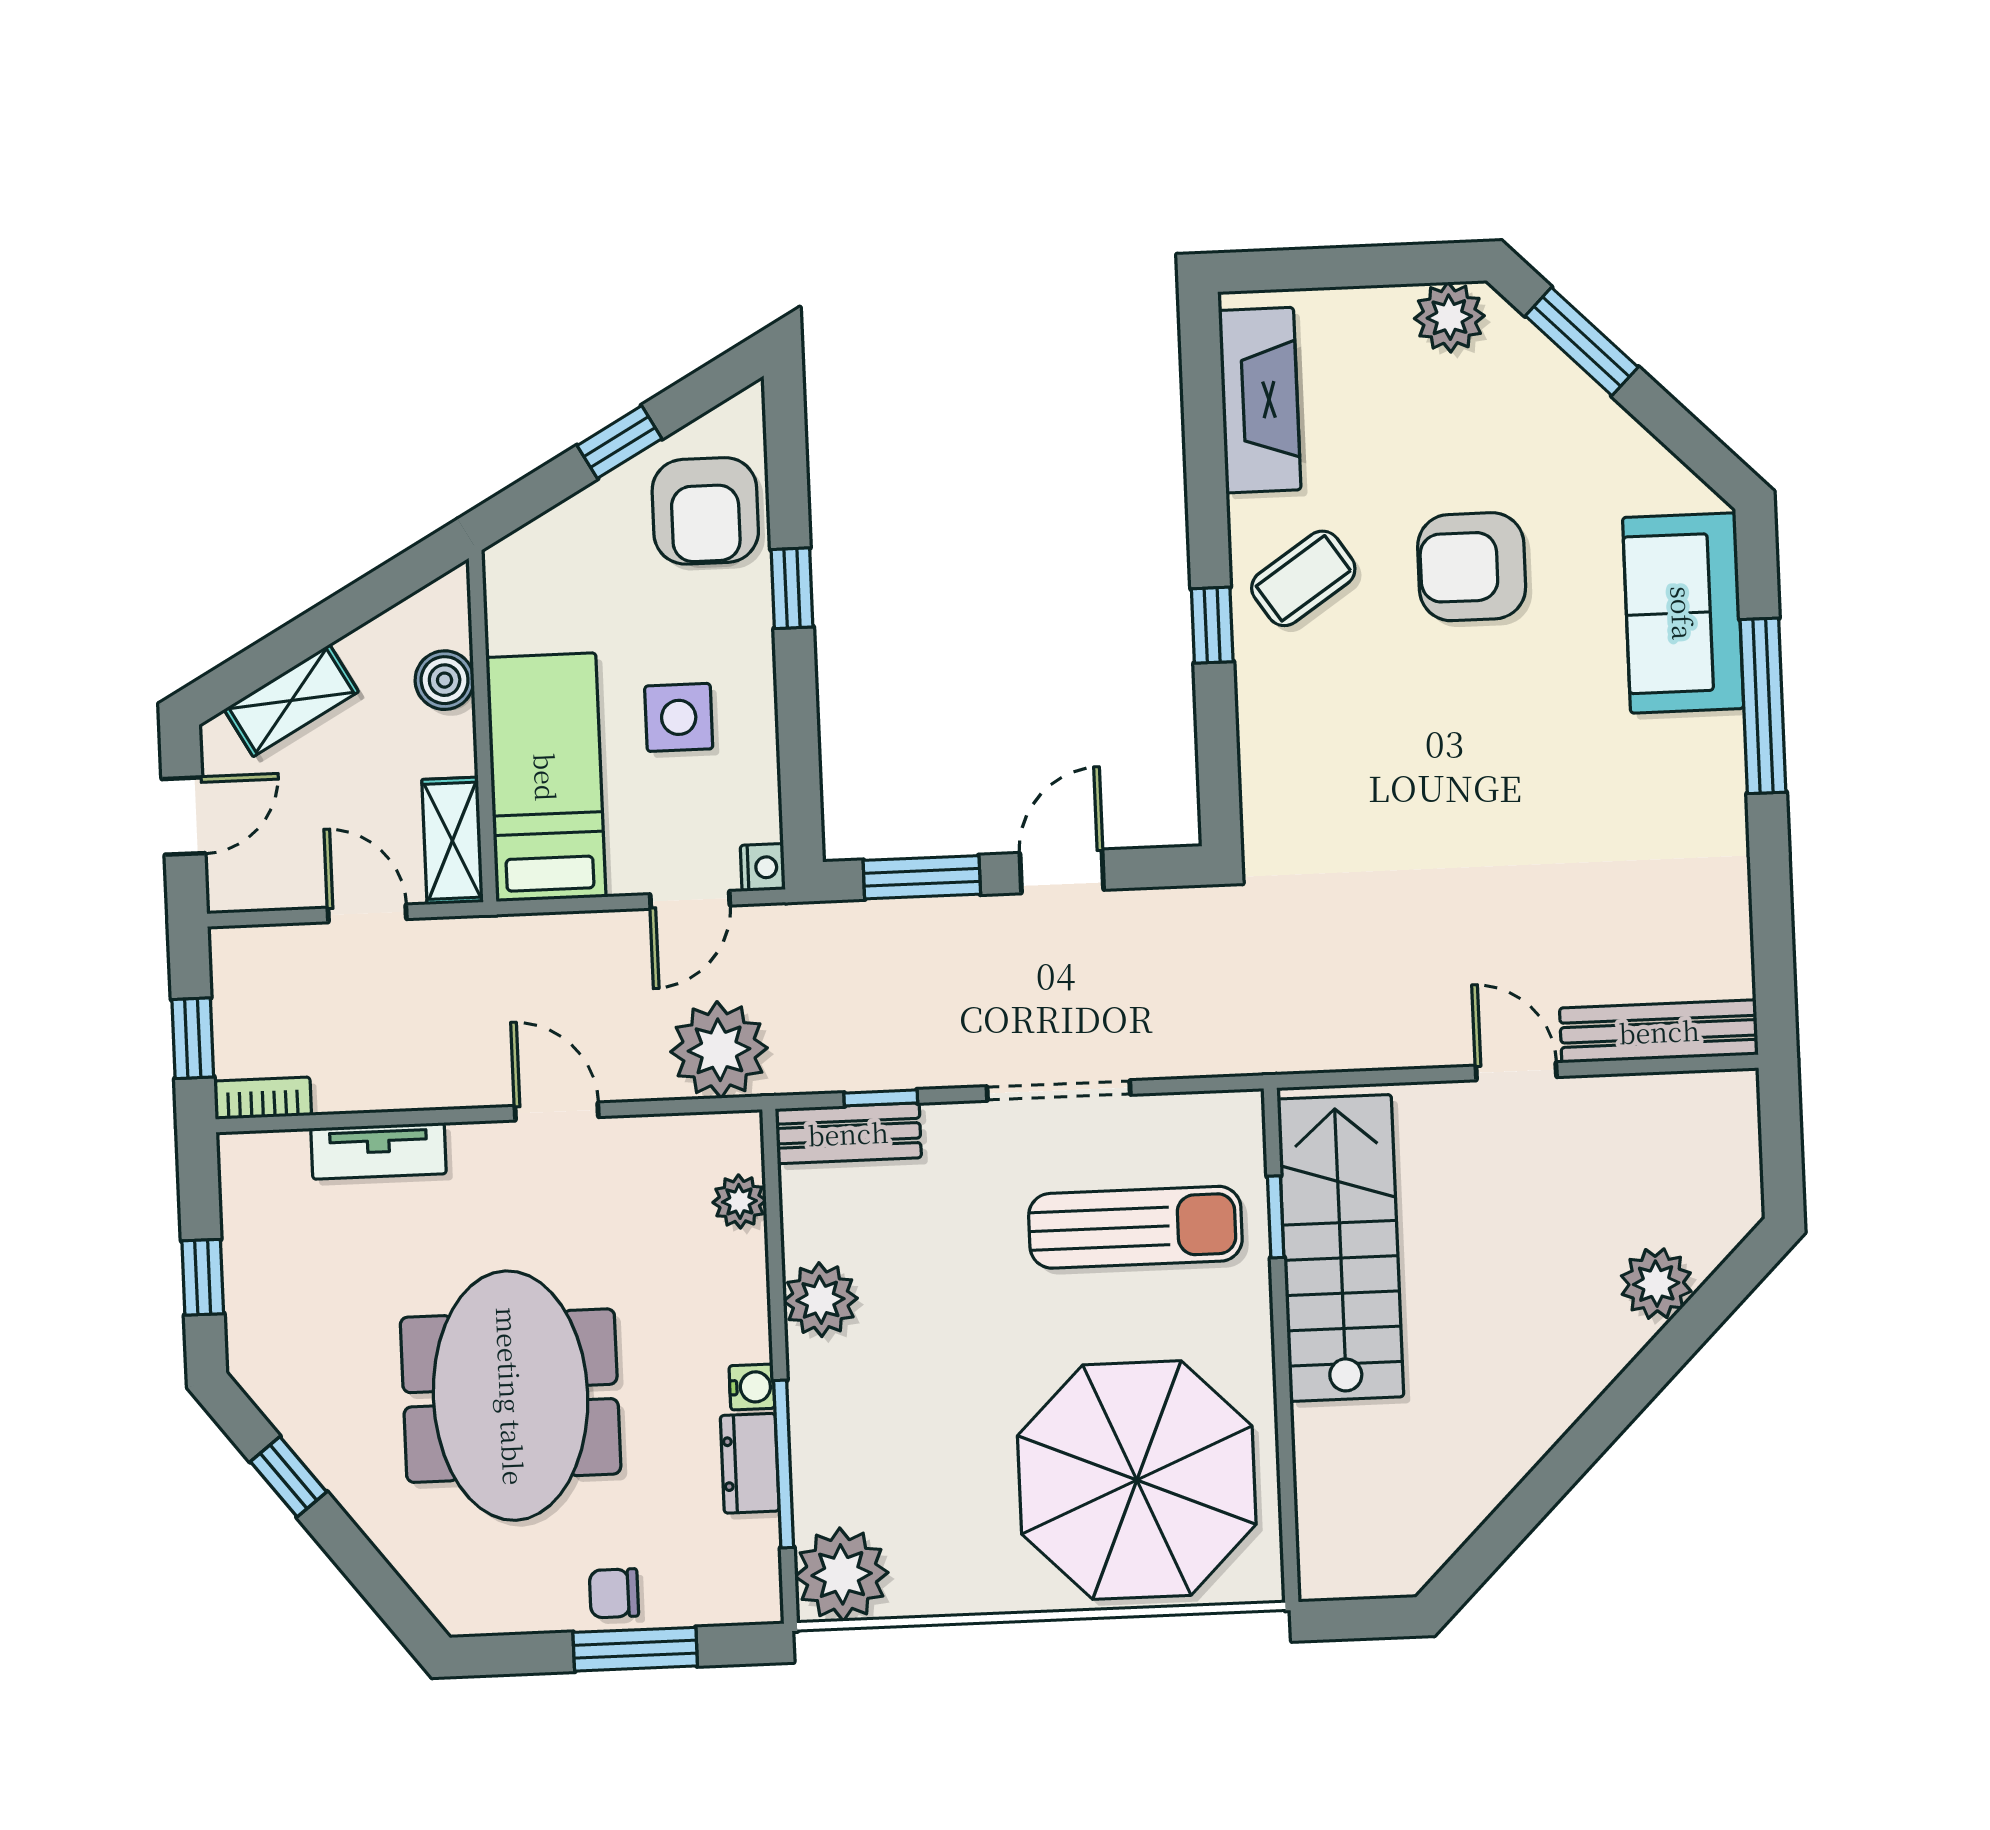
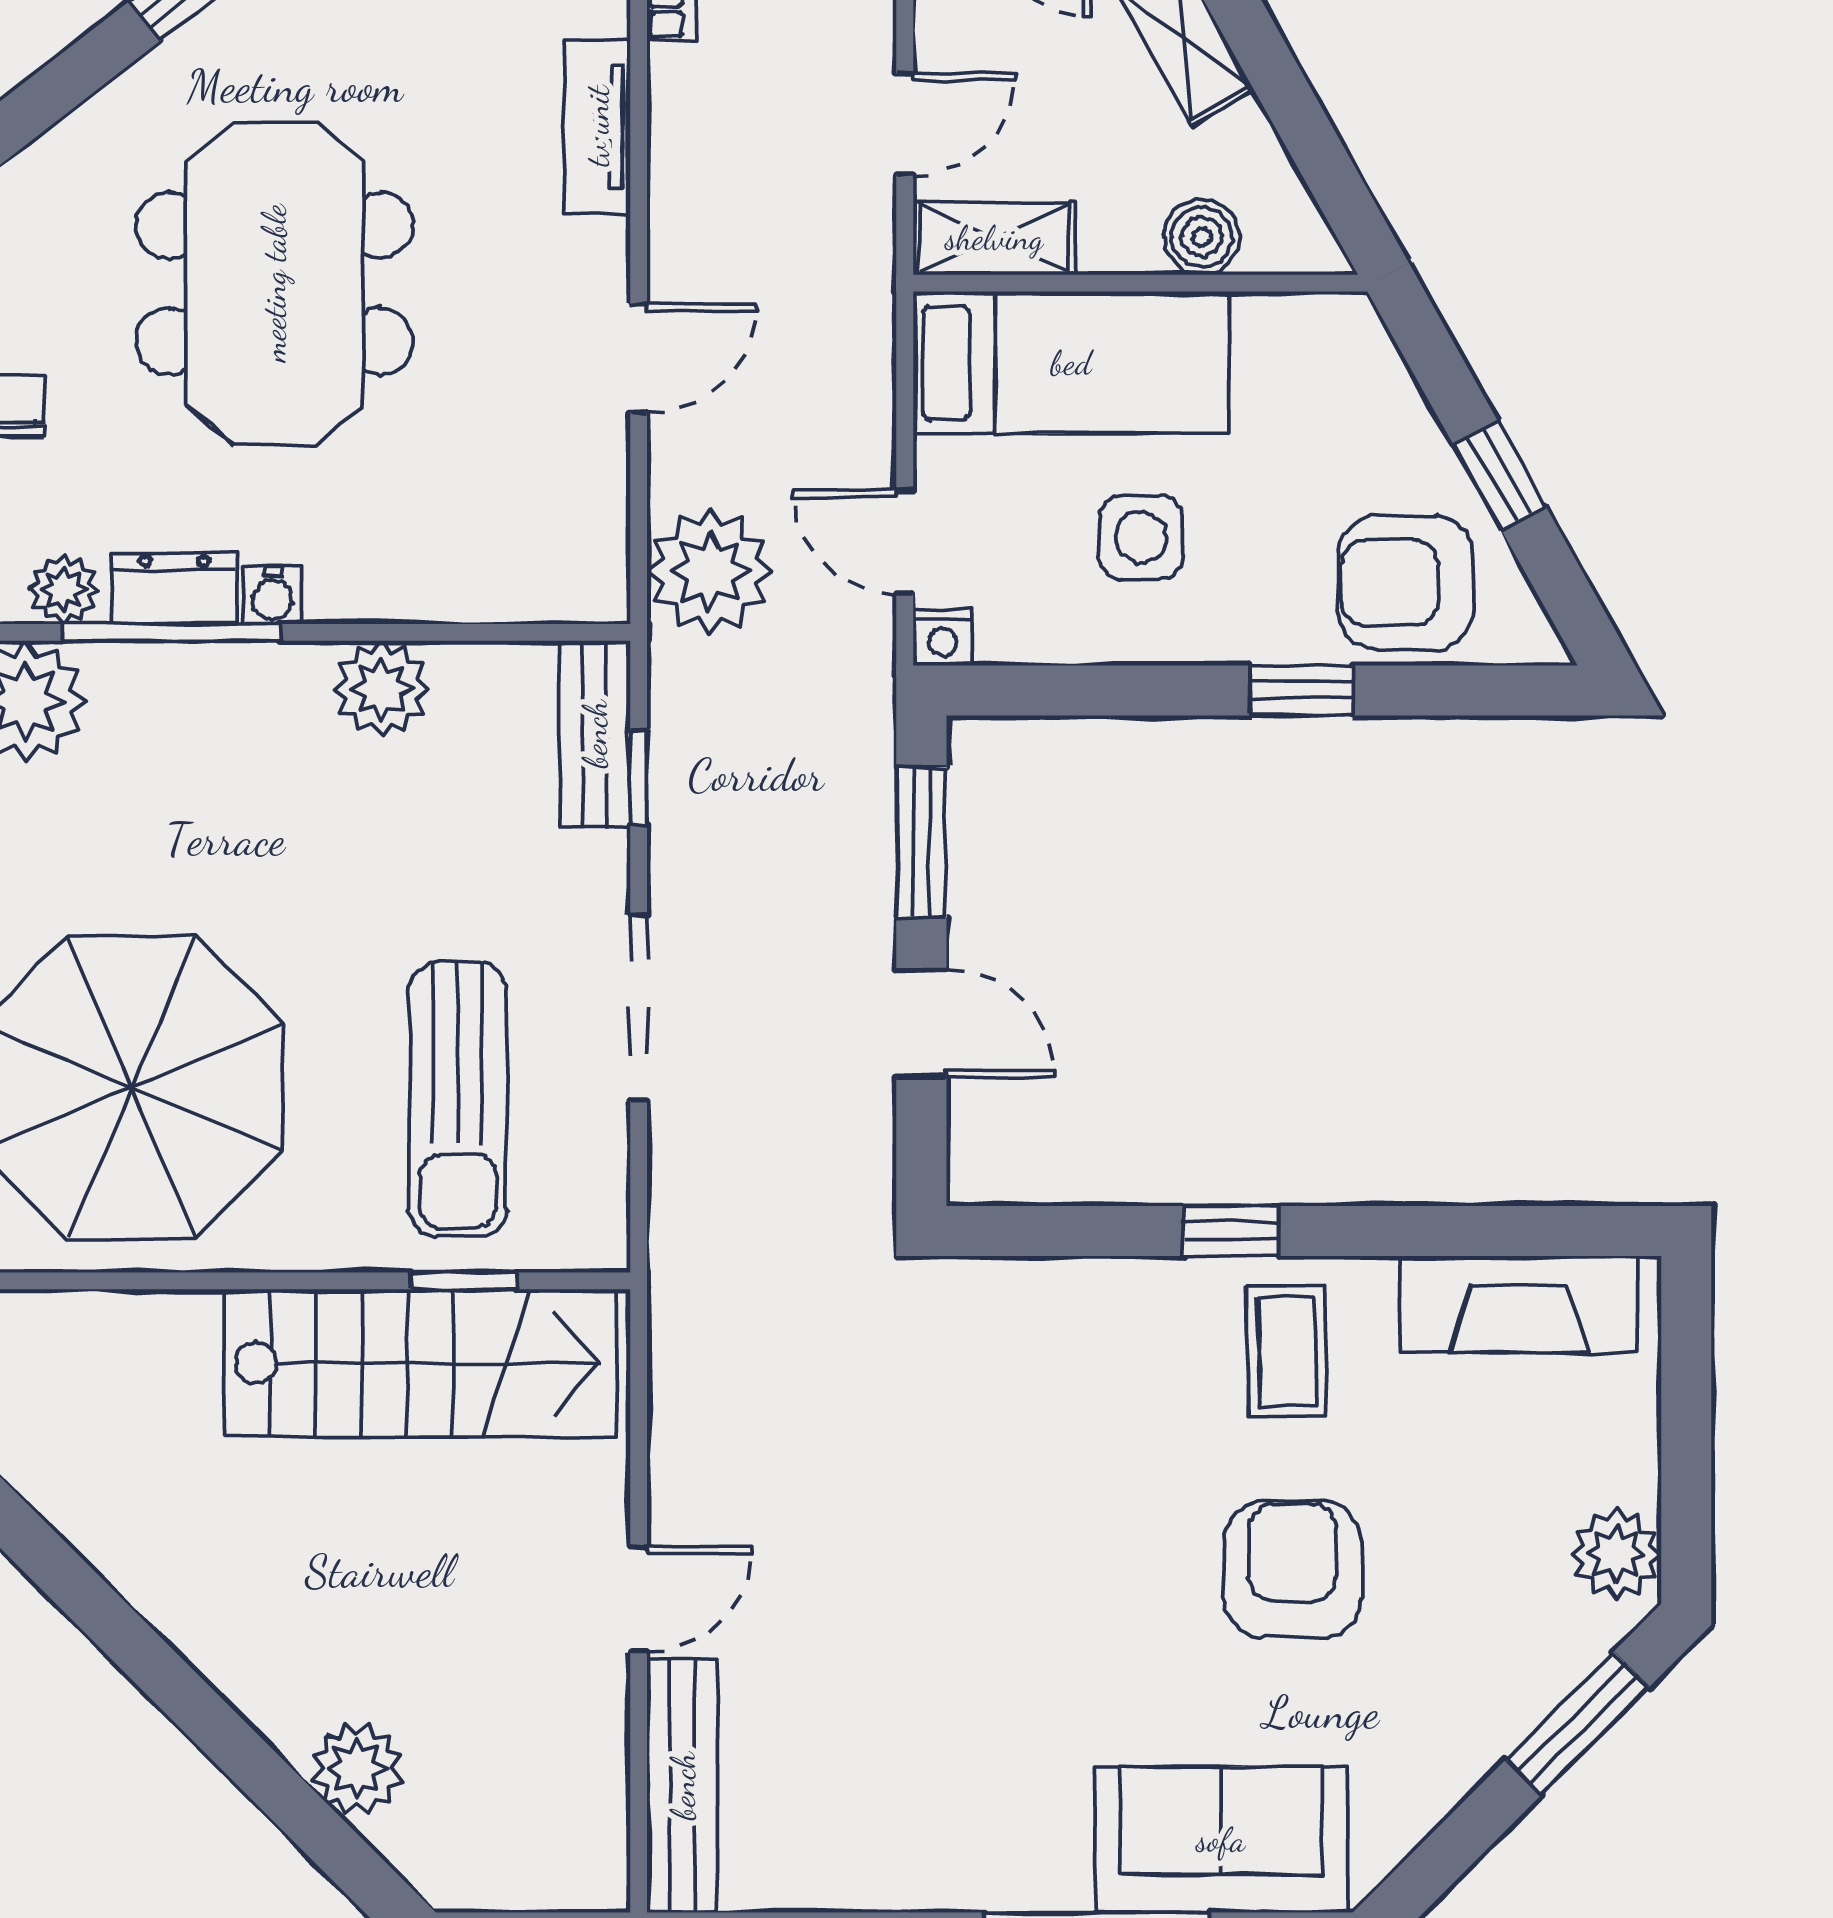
coffee table: (1303, 578) -> (1287, 1351), turned 33
plant: (739, 1201) -> (64, 589), moved
meeting table: (511, 1396) -> (274, 283), turned 90

